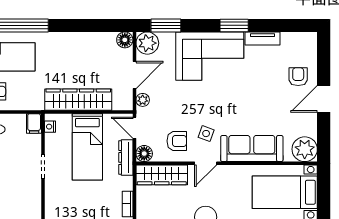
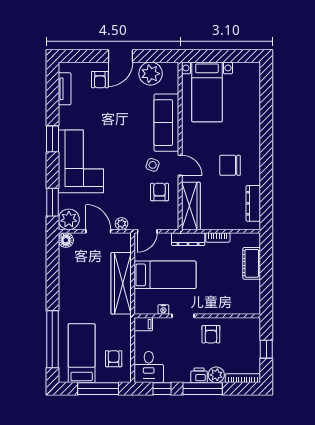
tv unit: (262, 39) -> (65, 89), moved
armchair: (298, 77) -> (100, 80), turned -90
door: (324, 99) -> (120, 56), hinge flipped
nightstand: (50, 127) -> (163, 309), moved
plant: (305, 149) -> (151, 74), moved
floor lamp: (144, 154) -> (171, 222), removed
dresser: (126, 157) -> (188, 239), moved
armchair: (23, 196) -> (211, 334), added

